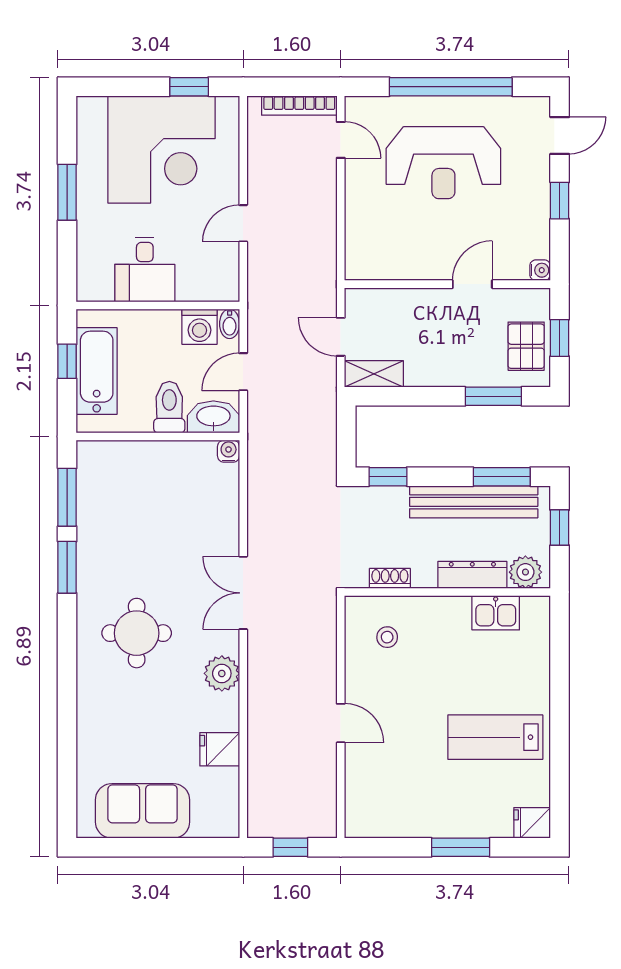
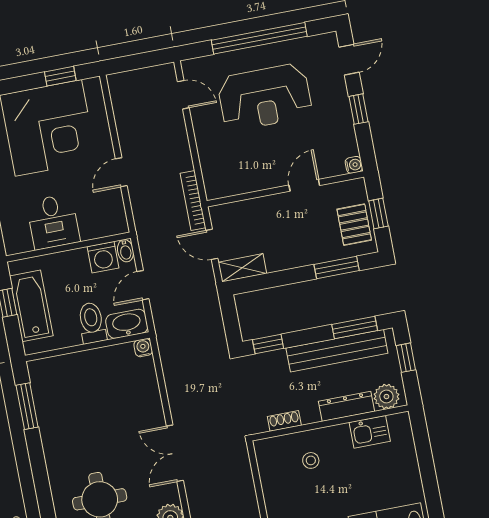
bookcase: (299, 105) -> (193, 201), moved, turned 90
window: (67, 567) -> (37, 459), removed
stool: (387, 637) -> (311, 460), moved

